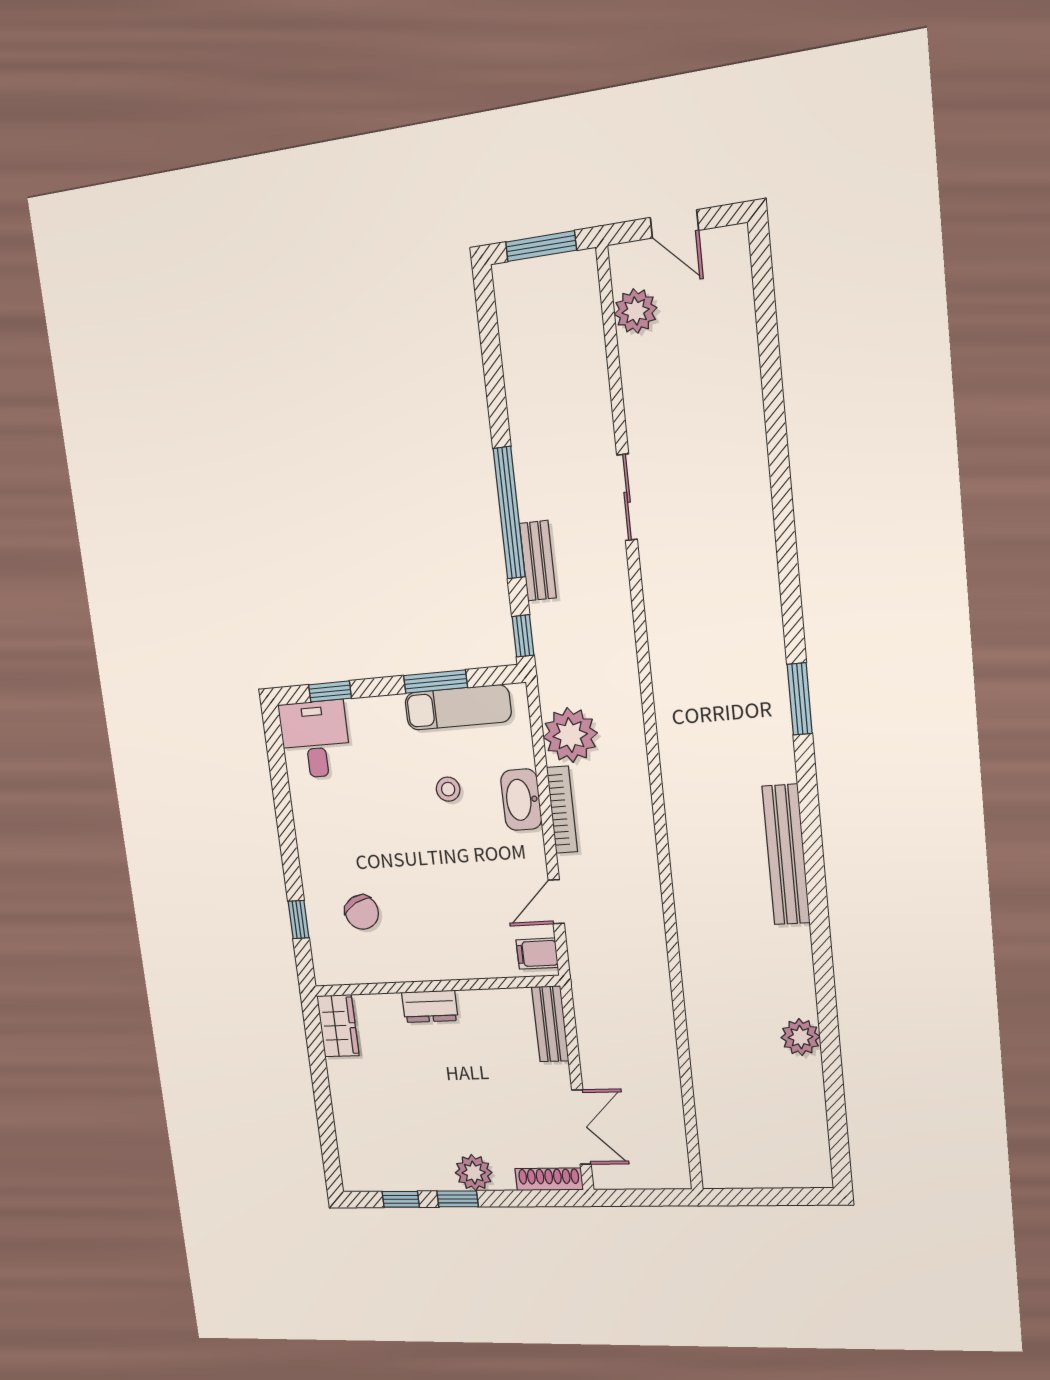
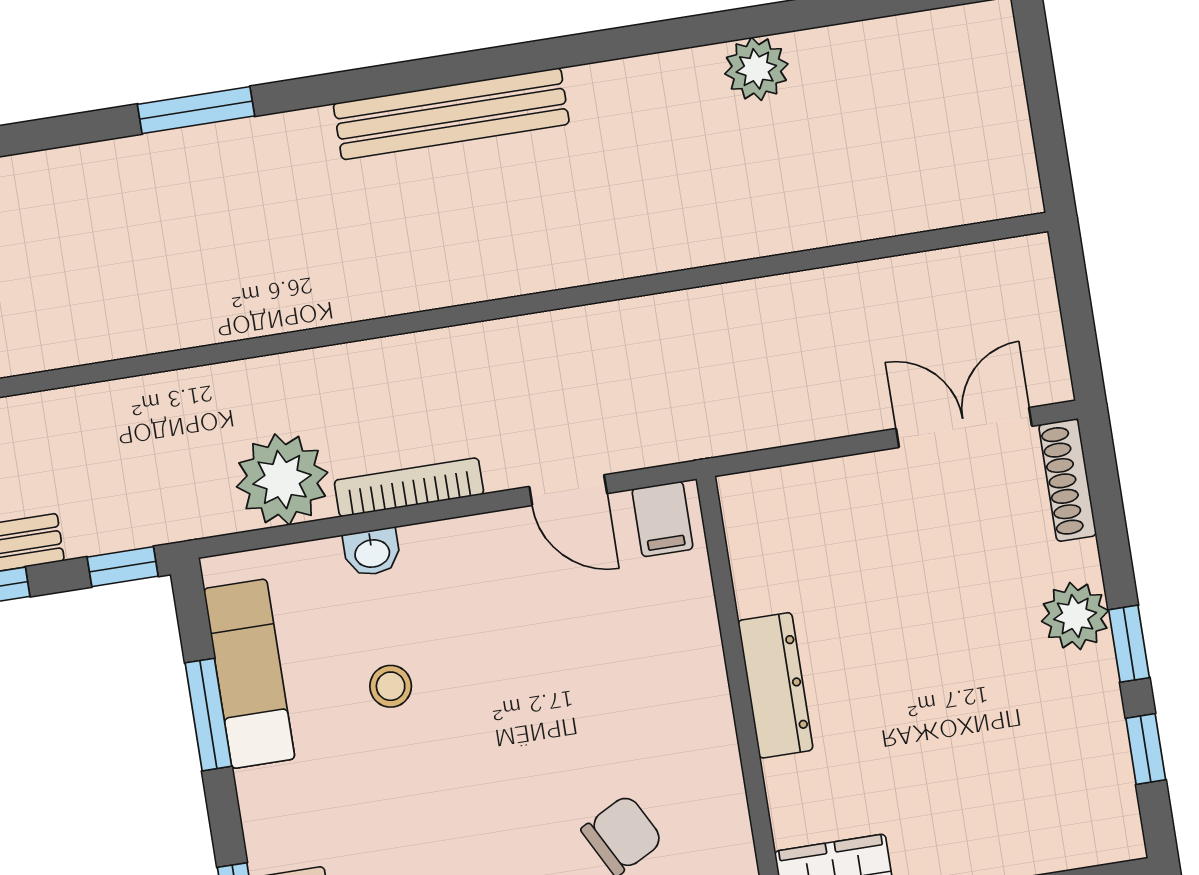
washbasin: (521, 800) -> (372, 552), width x0.52, depth x0.69
dresser: (430, 1006) -> (775, 685), width x1.44
bench: (550, 1024) -> (785, 491), removed

